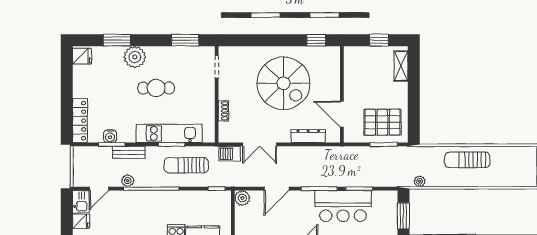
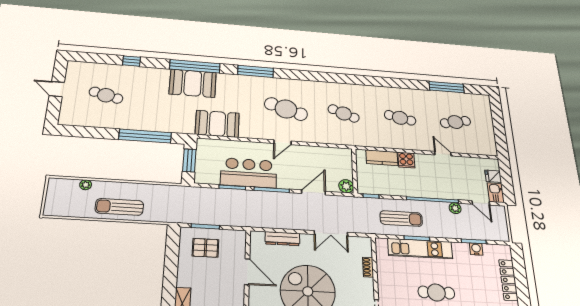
door: (342, 114) -> (247, 272), moved
locker: (80, 121) -> (508, 280), moved
pallet: (382, 122) -> (206, 248), width x0.67, depth x0.71
double door: (260, 144) -> (331, 233), swing flipped
bench: (129, 152) -> (457, 233), removed
barbecue: (230, 154) -> (360, 227), removed
sun lounger: (467, 160) -> (119, 207), turned 180
plant: (420, 181) -> (86, 185), moved
door: (99, 189) -> (481, 203), swing flipped

